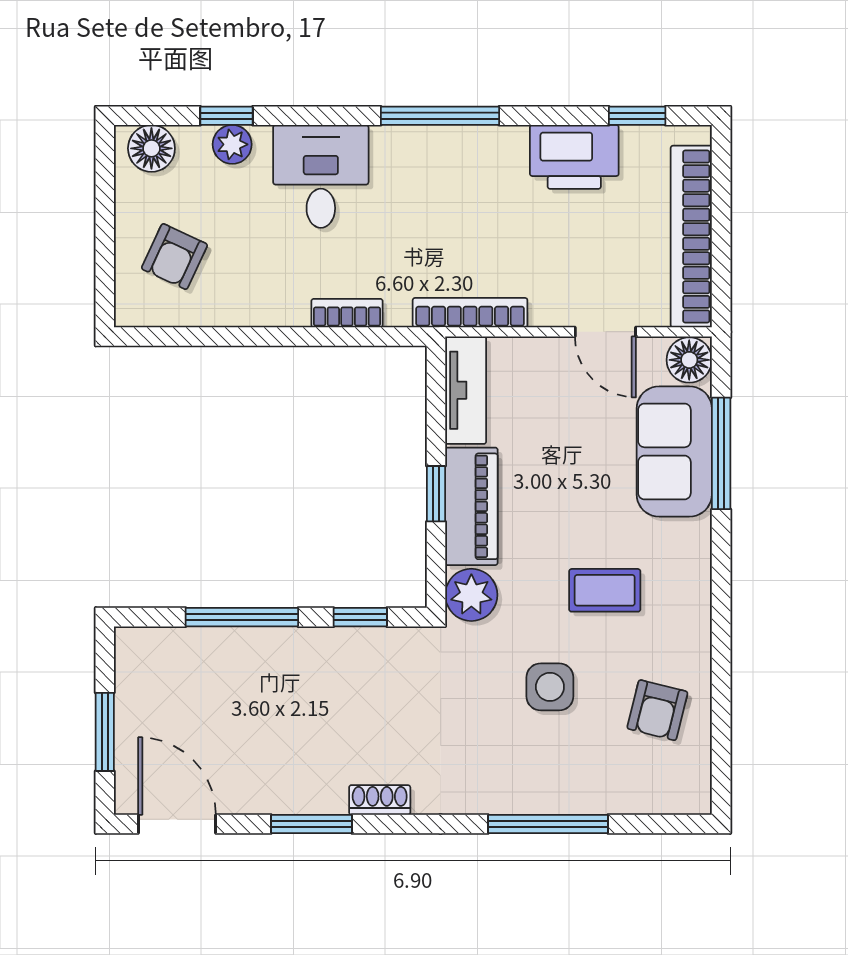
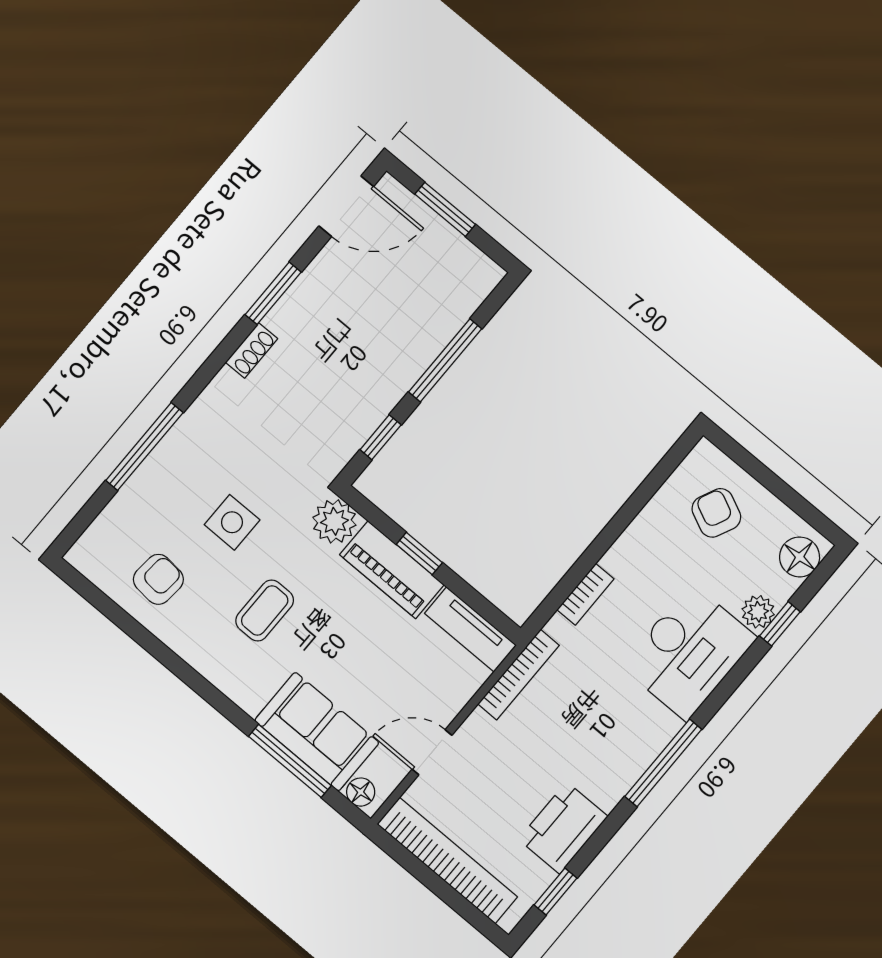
desk: (321, 176) -> (689, 652), width x1.37
floor lamp: (689, 360) -> (361, 792), width x0.73, depth x0.73
armchair: (657, 710) -> (158, 579), turned 81

